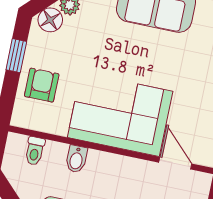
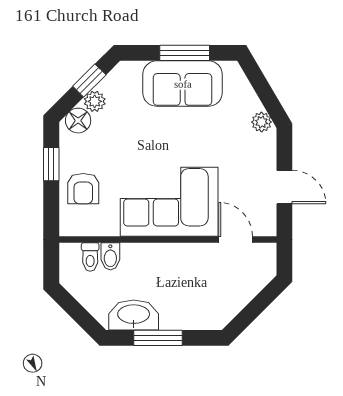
armchair: (42, 85) -> (83, 189), turned 180
bidet: (76, 159) -> (110, 256), moved

